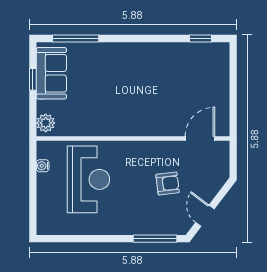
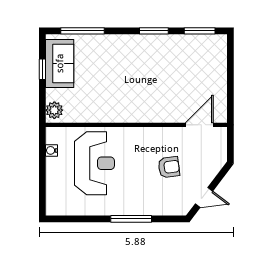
window: (152, 39) -> (154, 31), added
window: (200, 39) -> (200, 31), width x1.50
door: (205, 216) -> (204, 197), swing flipped
window: (155, 239) -> (131, 219), moved

